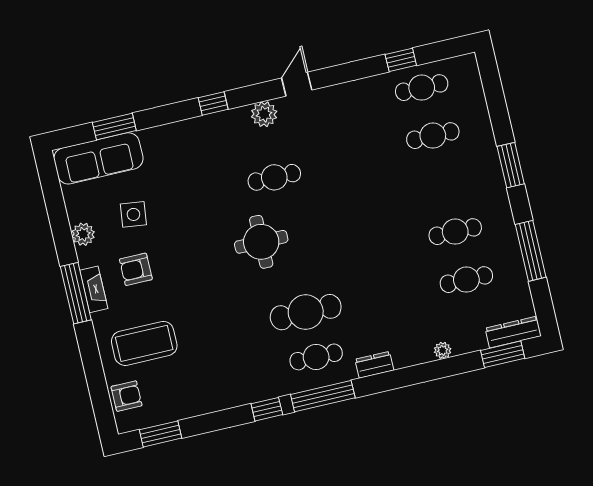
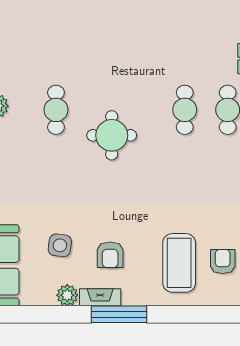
fireplace: (94, 289) -> (100, 297), moved
cafe table: (306, 312) -> (185, 110), width x0.73, depth x0.74
armchair: (127, 396) -> (223, 262), moved

